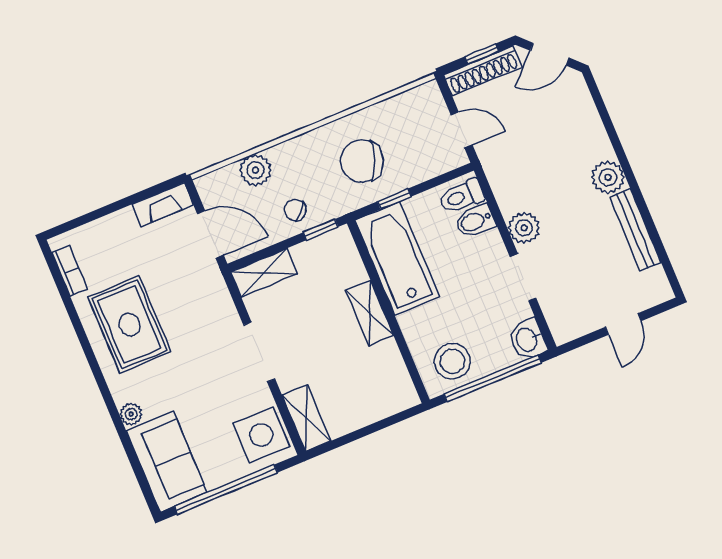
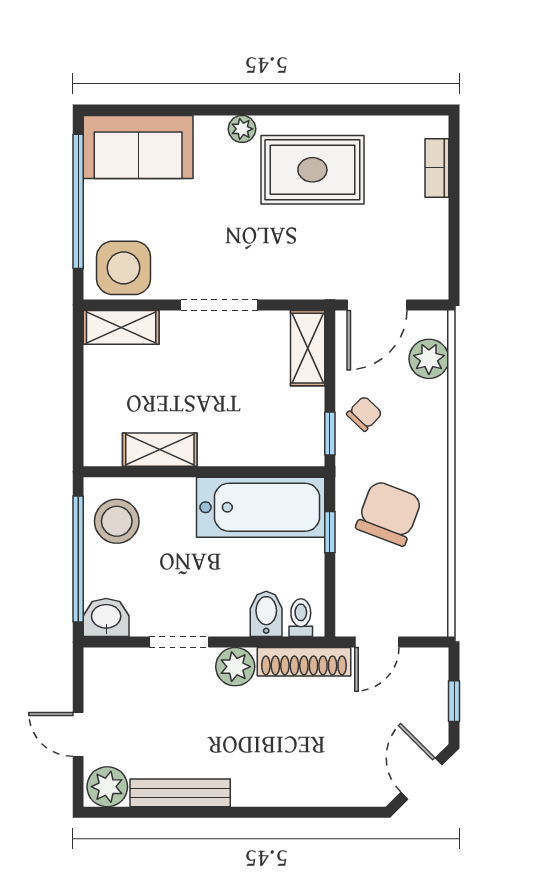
shoe rack: (483, 71) -> (304, 662), moved, turned -90
plant: (255, 170) -> (429, 359), moved
plant: (608, 177) -> (107, 787), moved
toilet: (462, 196) -> (301, 618), width x0.73, depth x0.72
fireplace: (163, 205) -> (434, 265), removed
bookcase: (70, 271) -> (437, 168), moved, turned 90
shelving: (370, 313) -> (160, 450), moved
plant: (131, 414) -> (242, 129), moved

